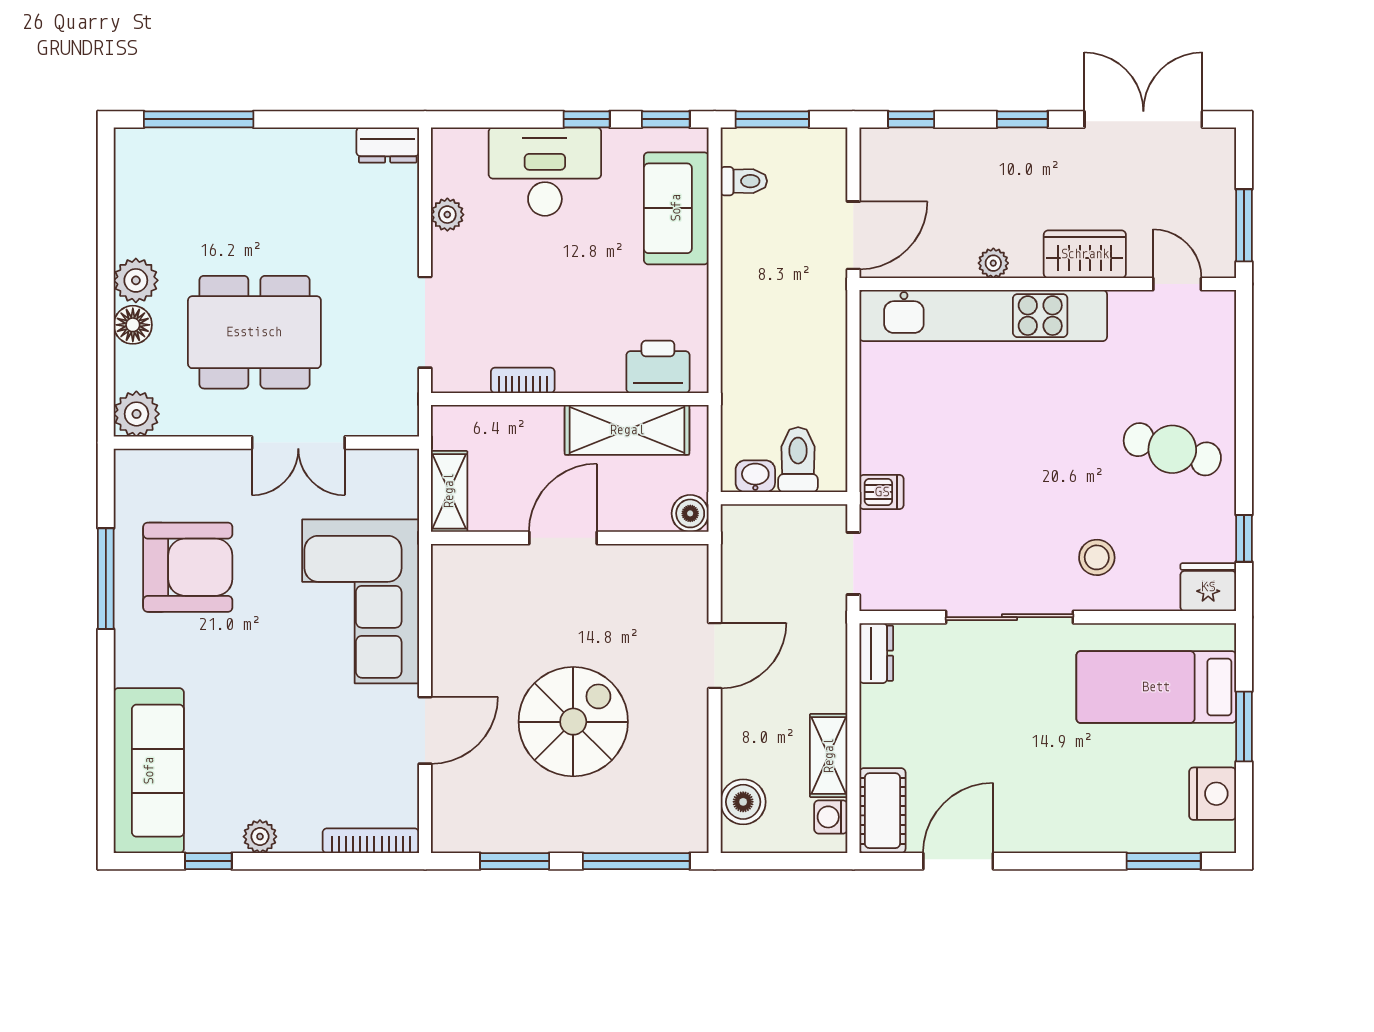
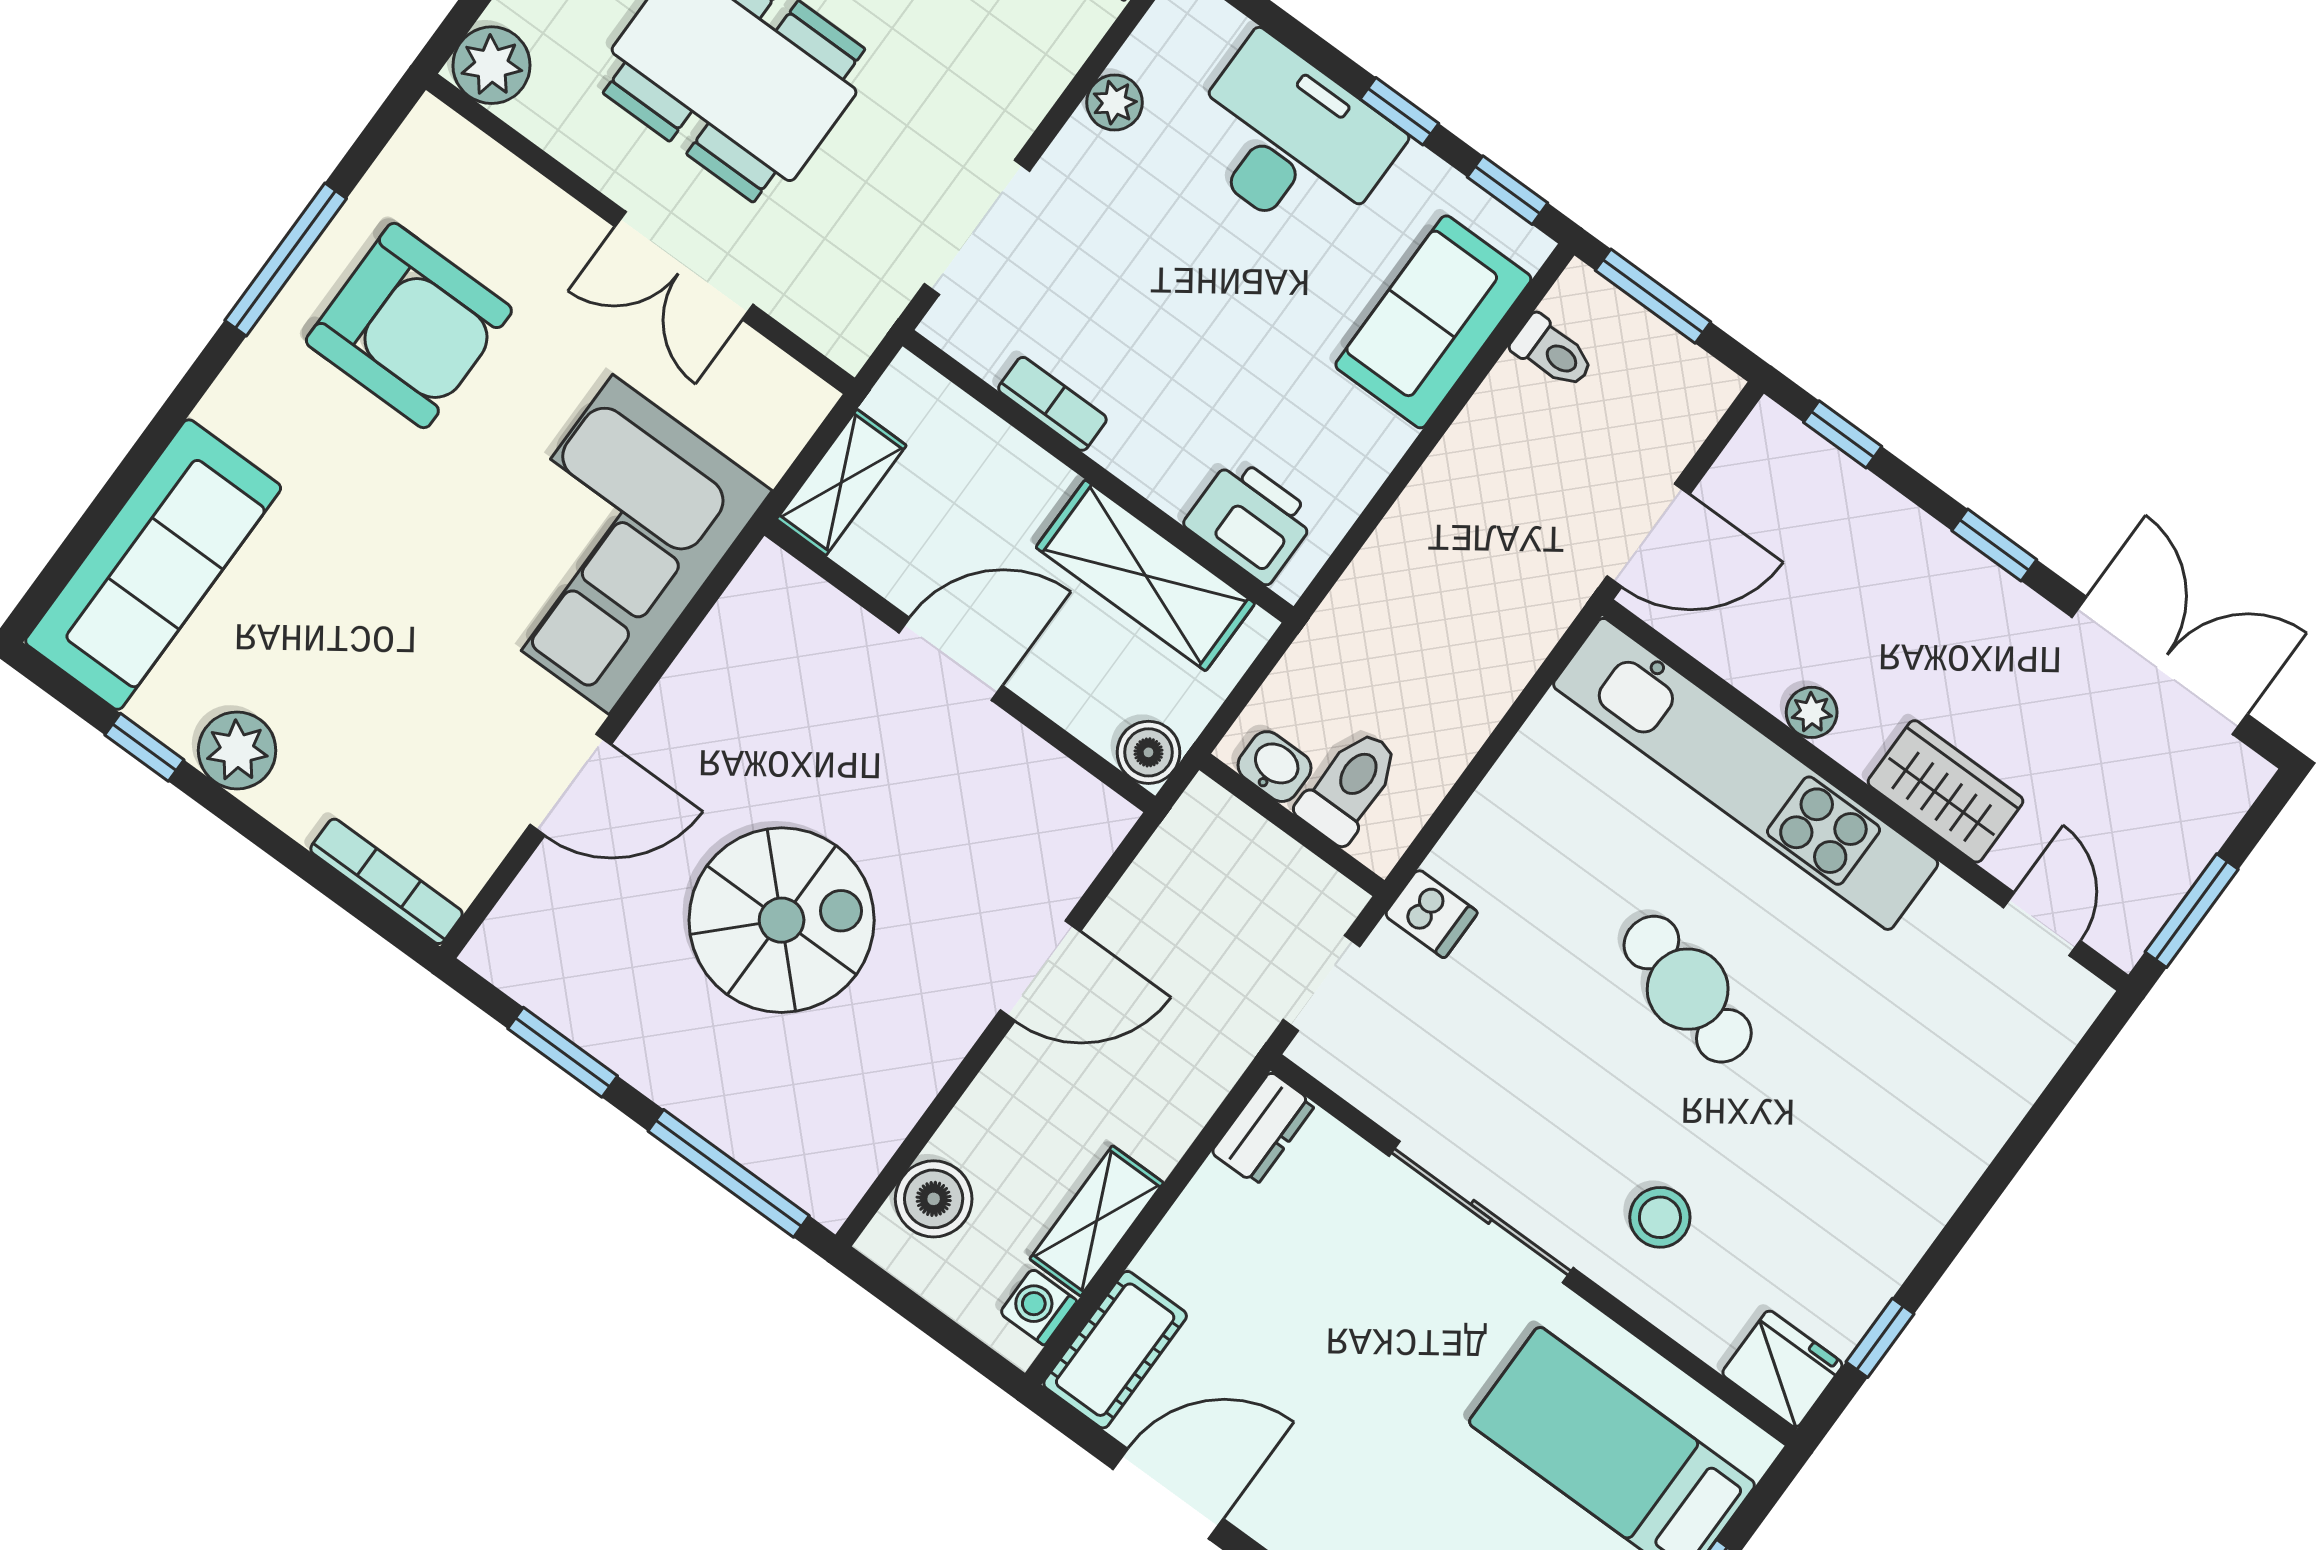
cafe table: (1172, 449) -> (1688, 989), moved
plant: (260, 837) -> (237, 750), width x1.38, depth x1.38

